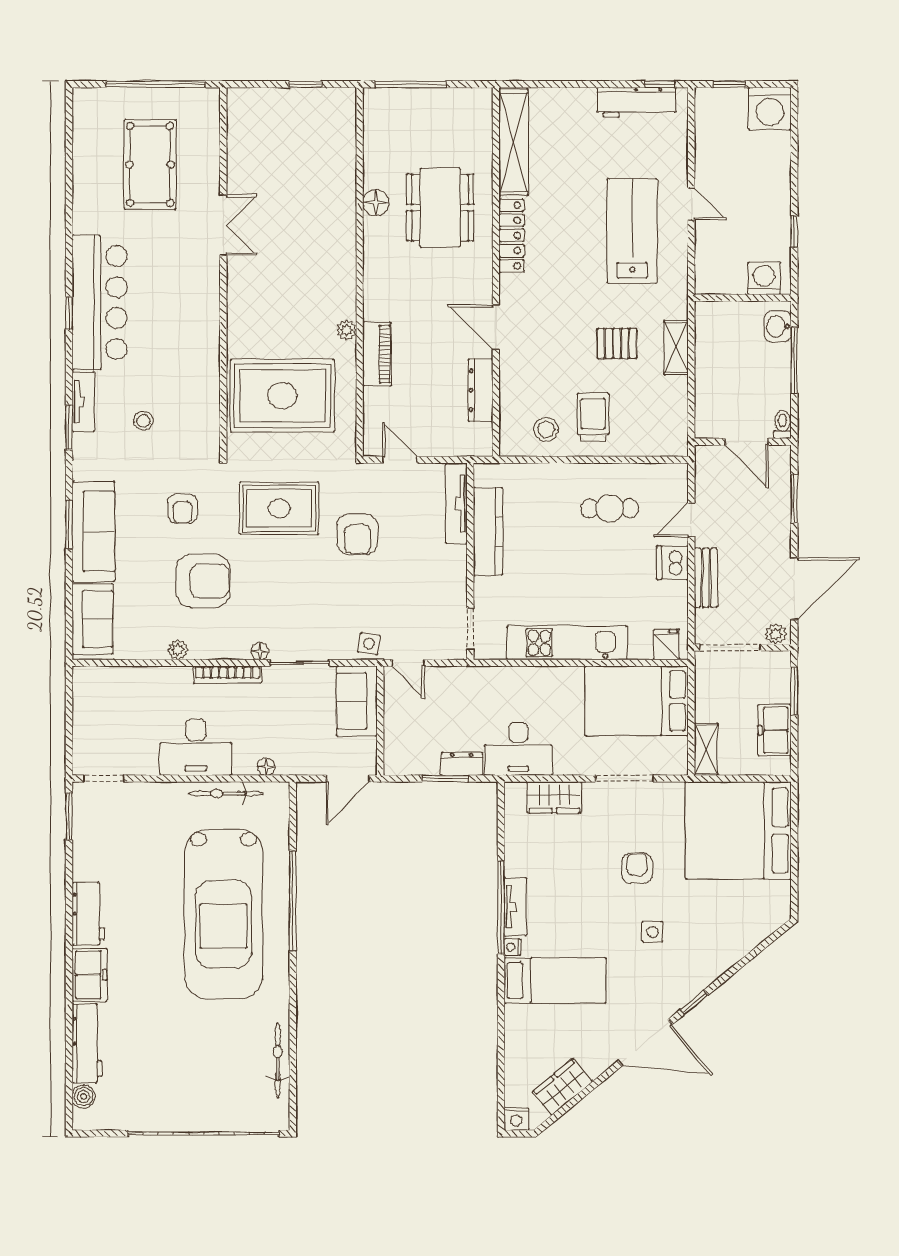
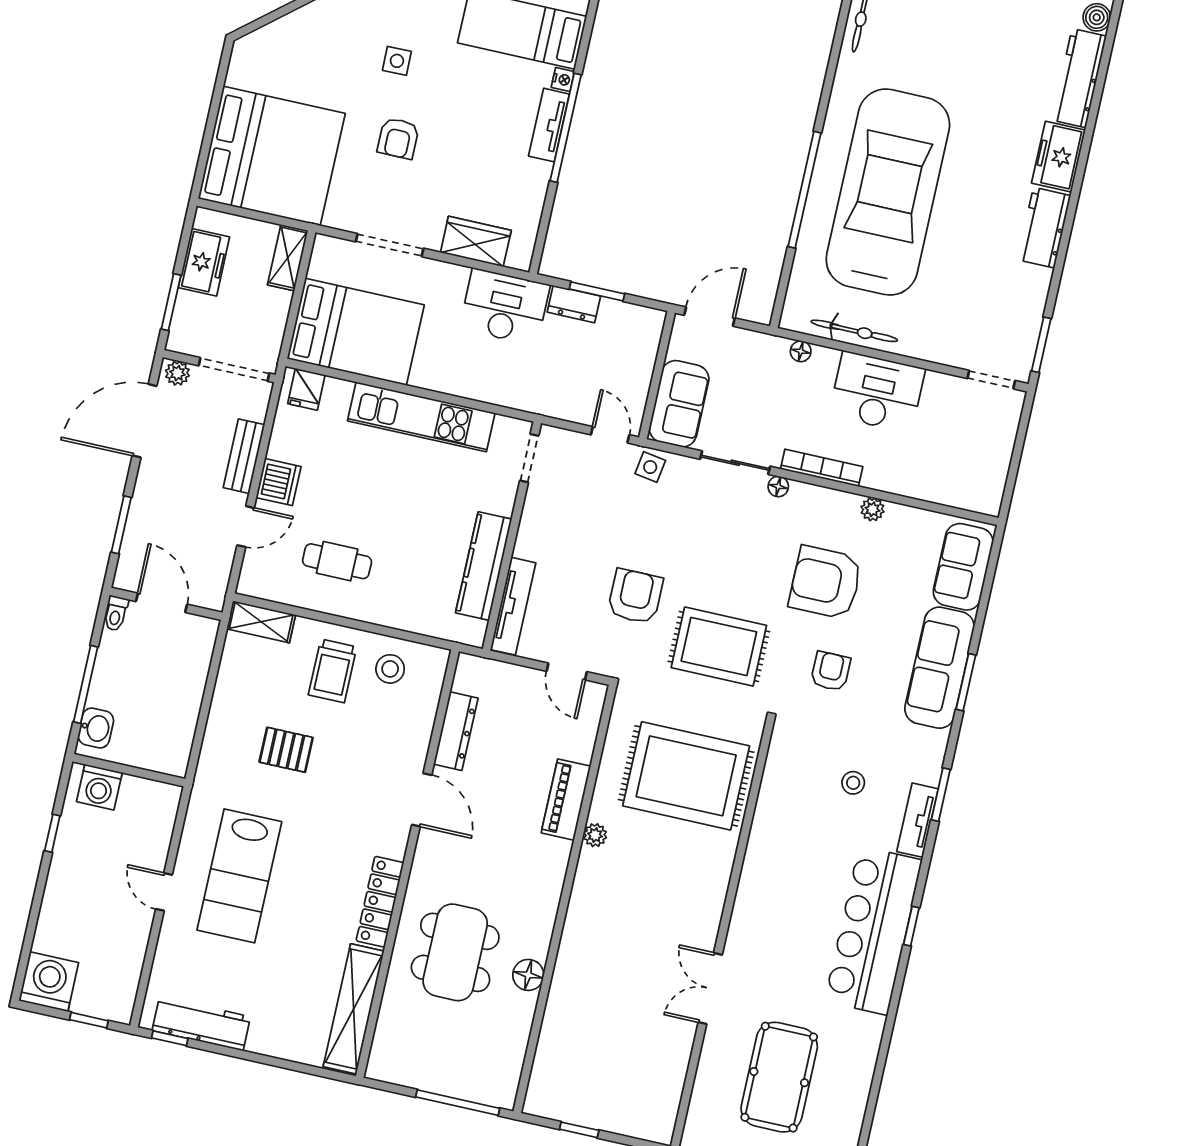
shelving: (676, 348) -> (261, 622), moved, turned 90

